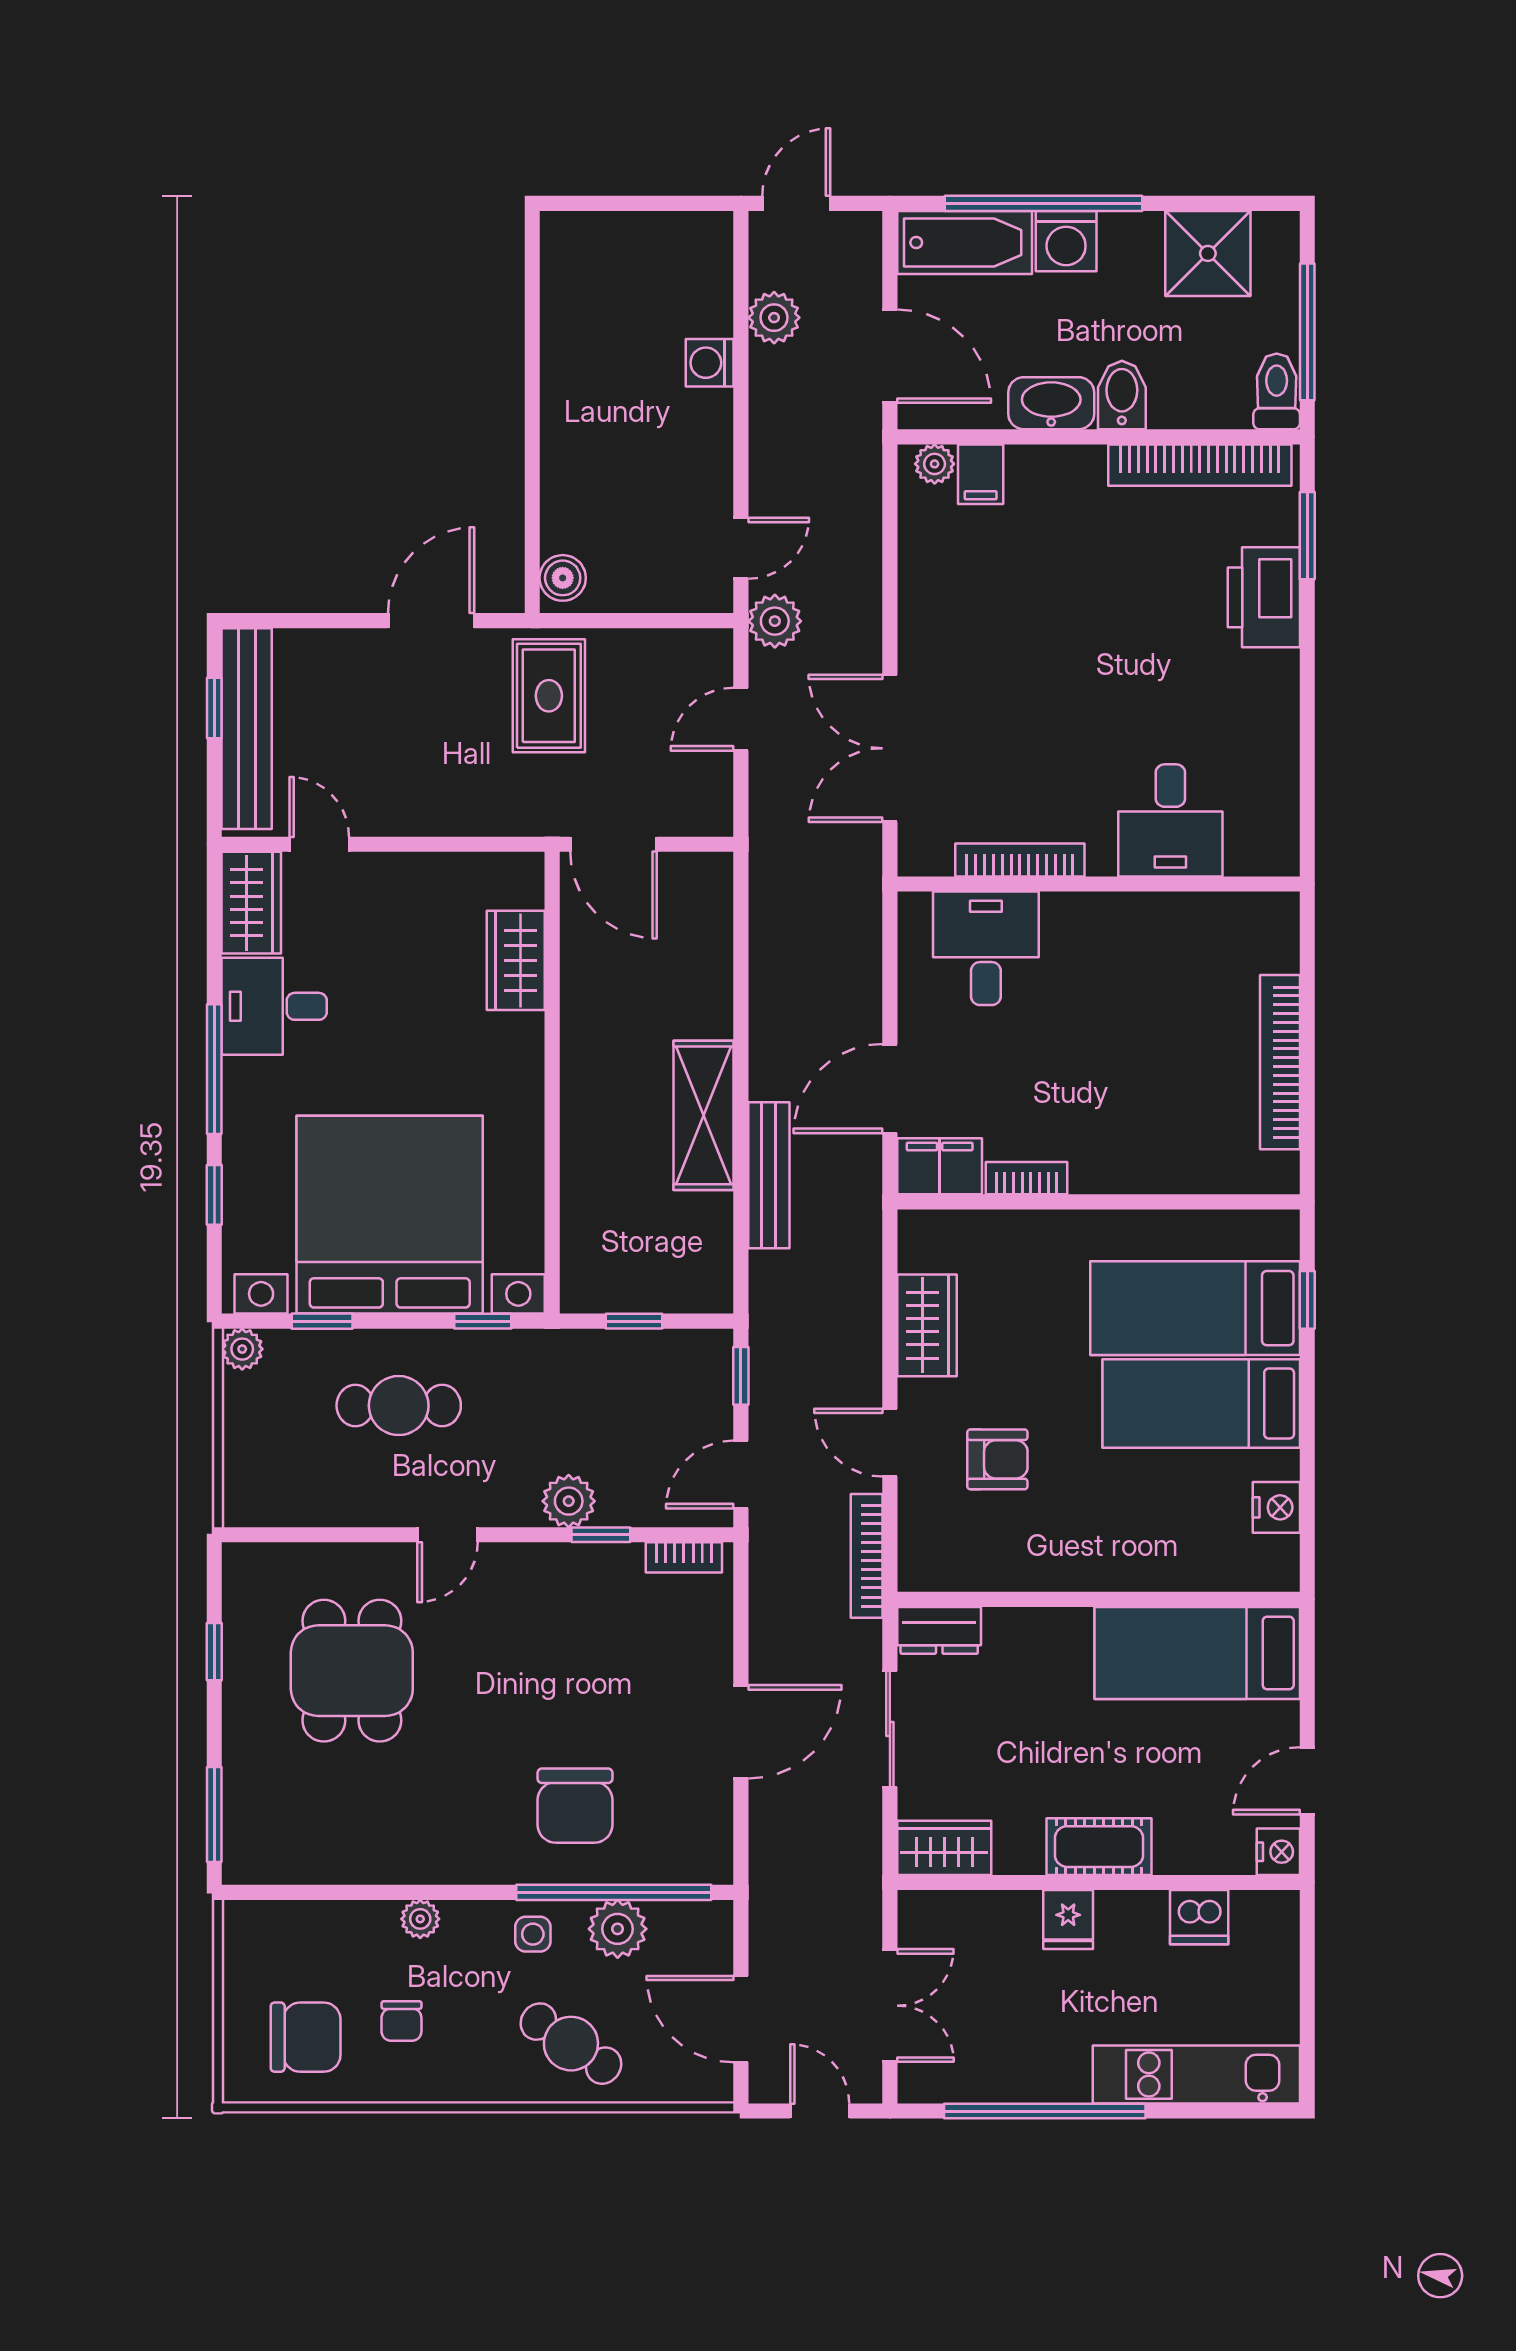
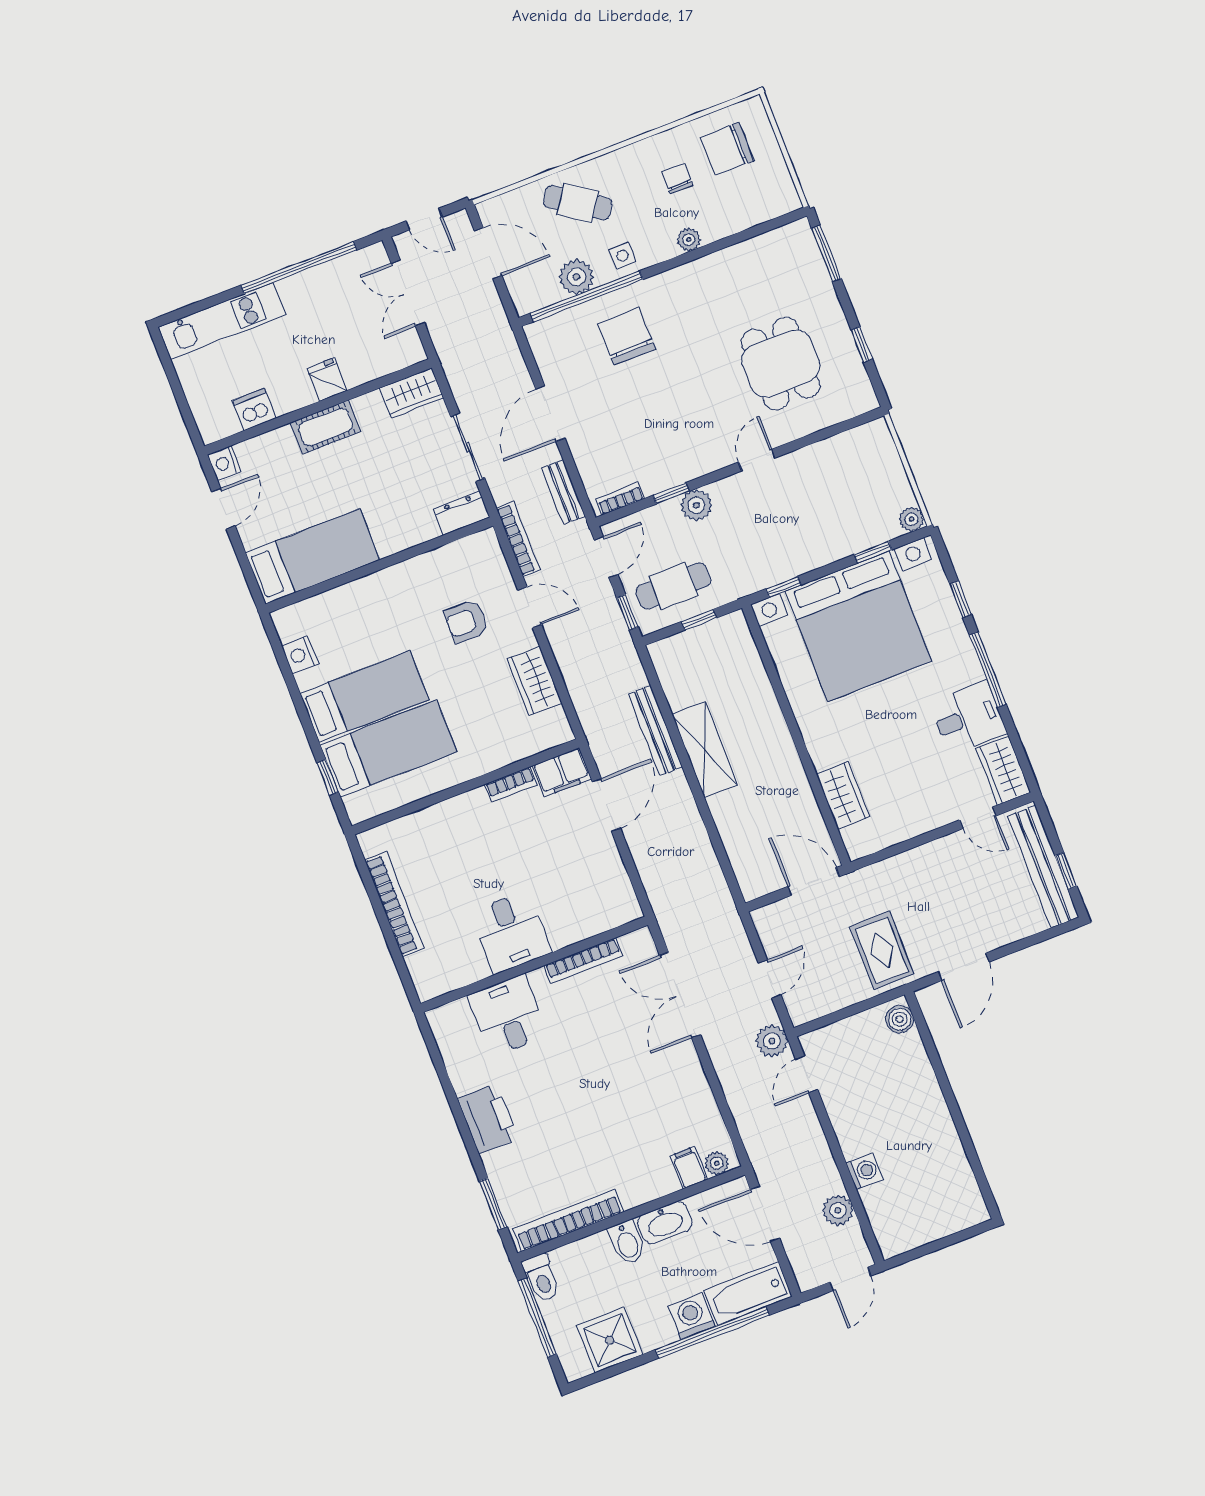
printer: (1264, 597) -> (488, 1119), moved
double door: (890, 748) -> (680, 995), swing flipped
desk: (986, 948) -> (511, 932), moved
cafe table: (399, 1406) -> (673, 586), moved
bench: (768, 1601) -> (564, 492), added

